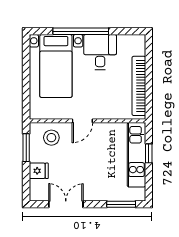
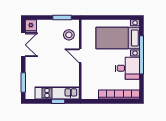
bookcase: (139, 86) -> (119, 95), moved
fridge: (39, 171) -> (31, 26), moved

